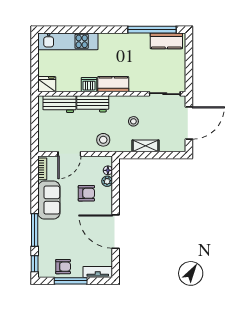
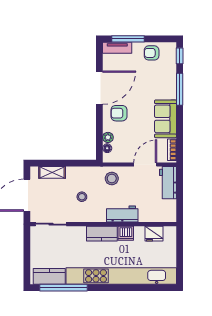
kitchen unit: (68, 41) -> (121, 276), width x1.86
fridge: (47, 84) -> (154, 234), moved
workbench: (59, 104) -> (168, 183), moved, turned -90
shelving: (146, 146) -> (52, 172), moved
armchair: (86, 193) -> (119, 113), moved
door: (116, 232) -> (99, 88), hinge flipped
window: (71, 281) -> (128, 39), moved

